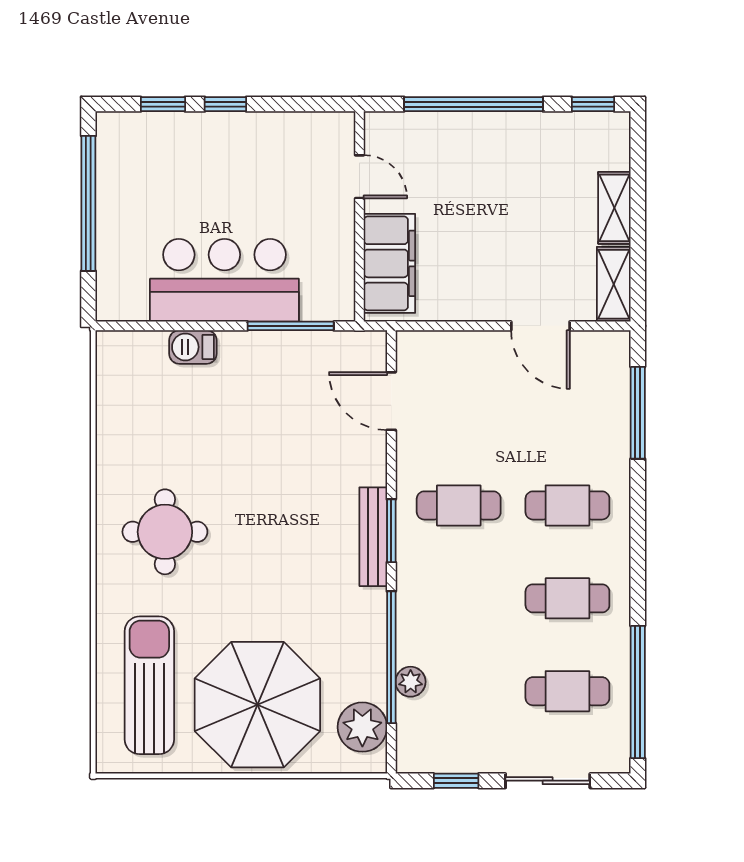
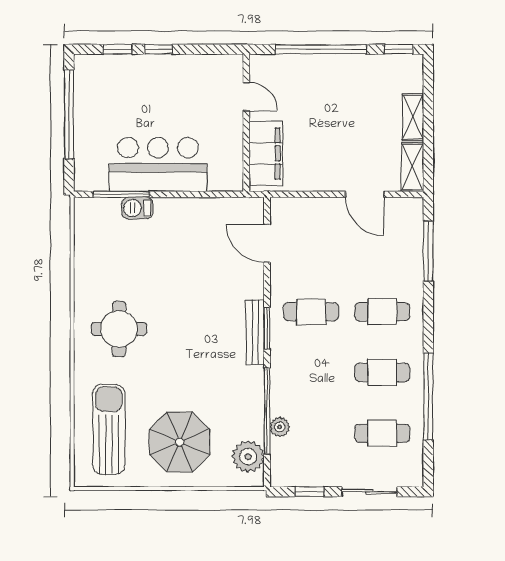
window: (291, 326) -> (121, 194), moved
window: (638, 692) -> (428, 397), moved
parasol: (257, 705) -> (179, 442), width x0.73, depth x0.73

